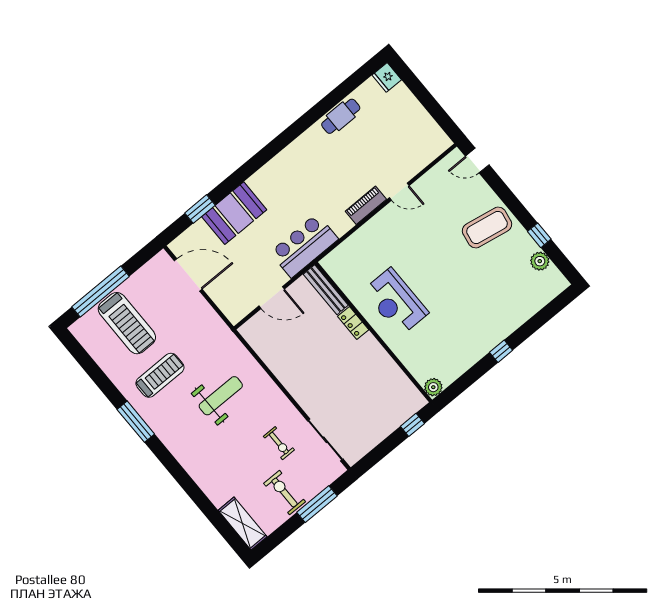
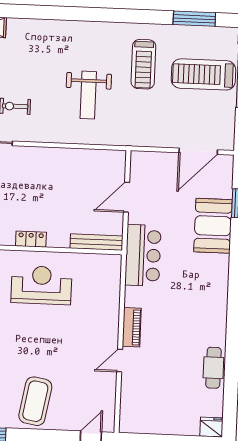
locker: (353, 323) -> (31, 239), moved
window: (136, 422) -> (194, 19), moved

